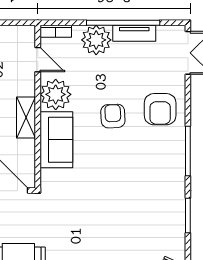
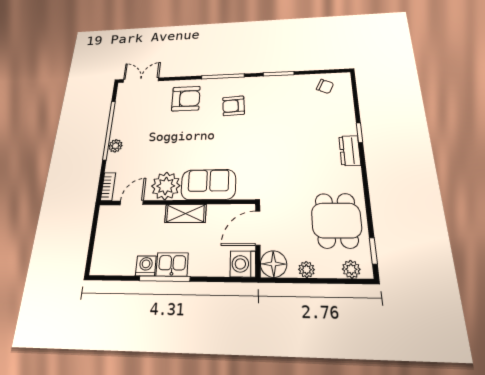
tv unit: (134, 33) -> (119, 121), removed
plant: (96, 40) -> (115, 146), width x0.53, depth x0.53
armchair: (113, 116) -> (233, 106), moved

